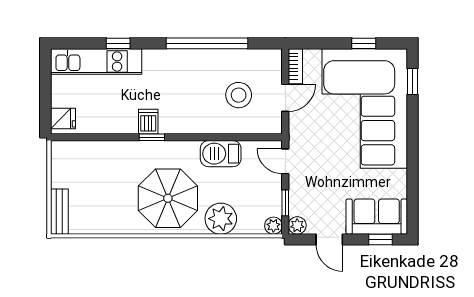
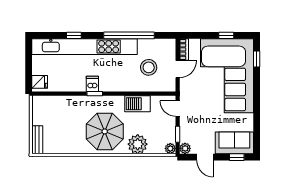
kitchen unit: (96, 61) -> (84, 47), width x1.86

